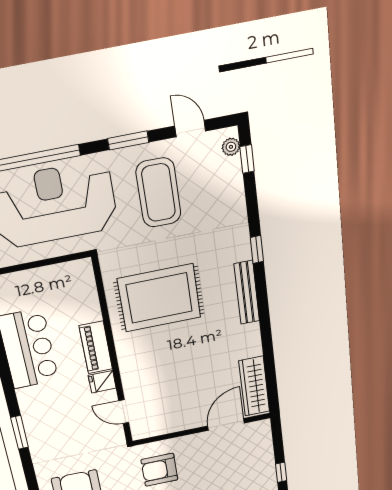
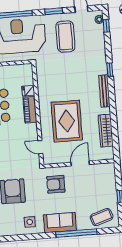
rug: (159, 298) -> (67, 121), moved, turned 90
fridge: (102, 382) -> (28, 91), moved
wardrobe: (254, 386) -> (106, 131), moved
door: (226, 424) -> (80, 163), moved

